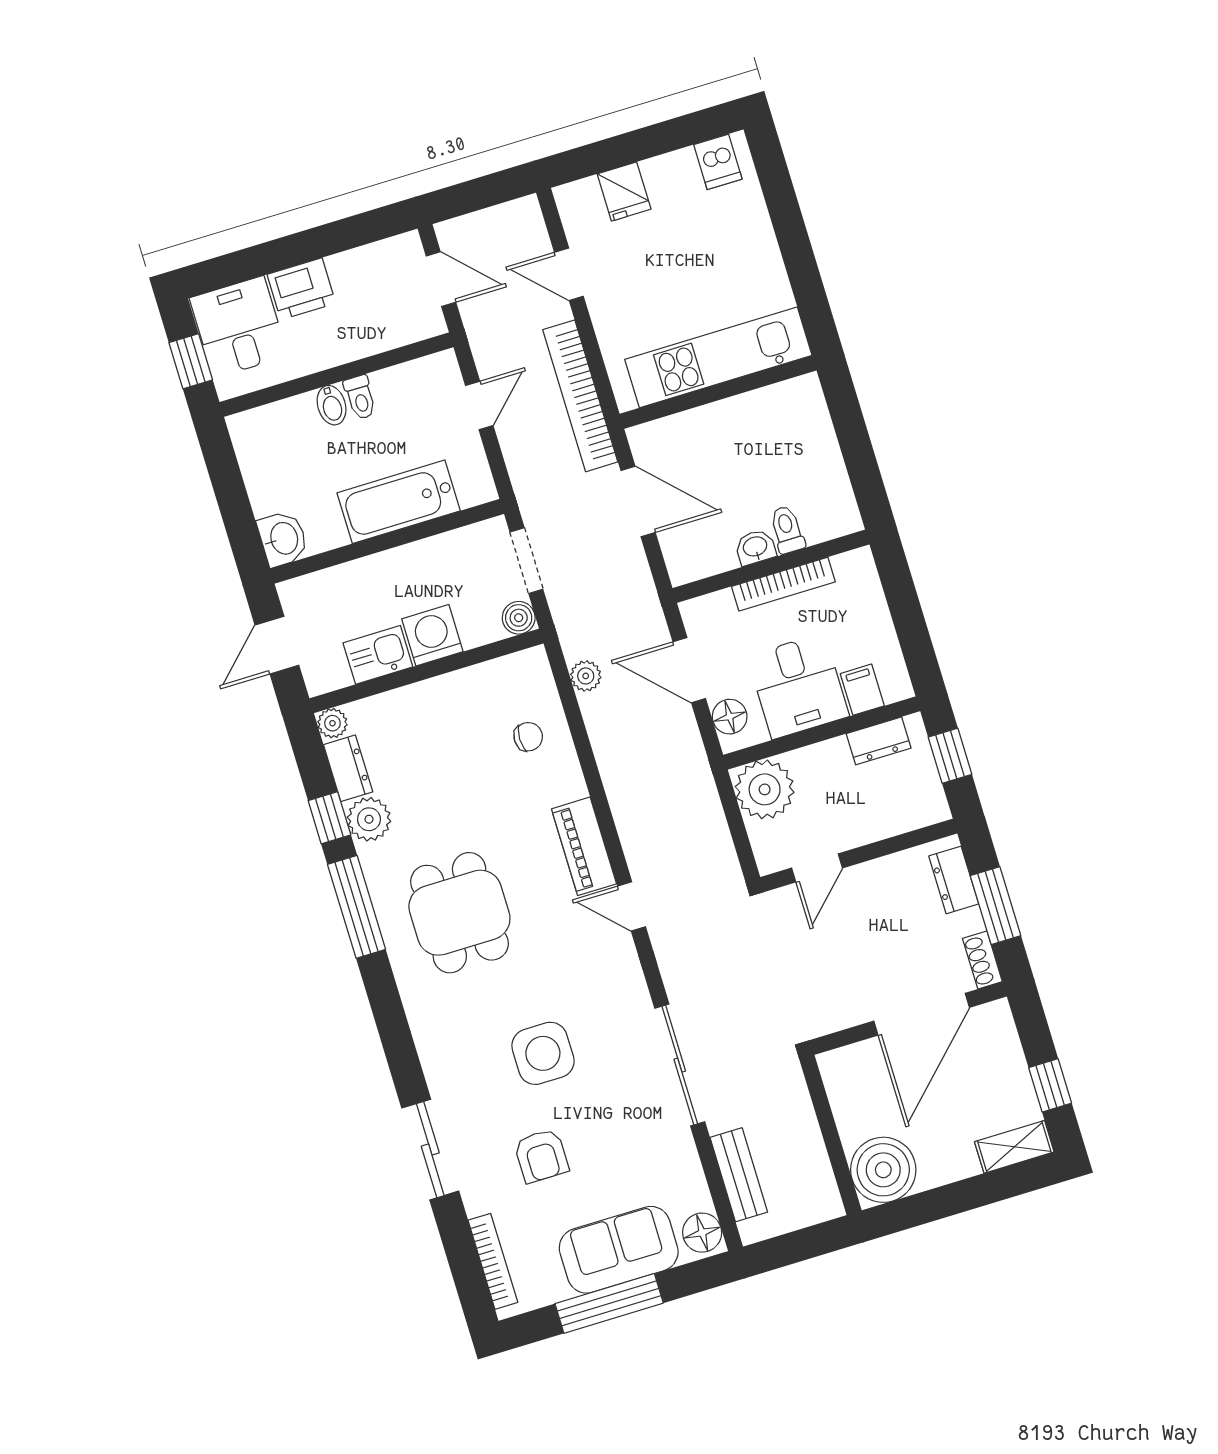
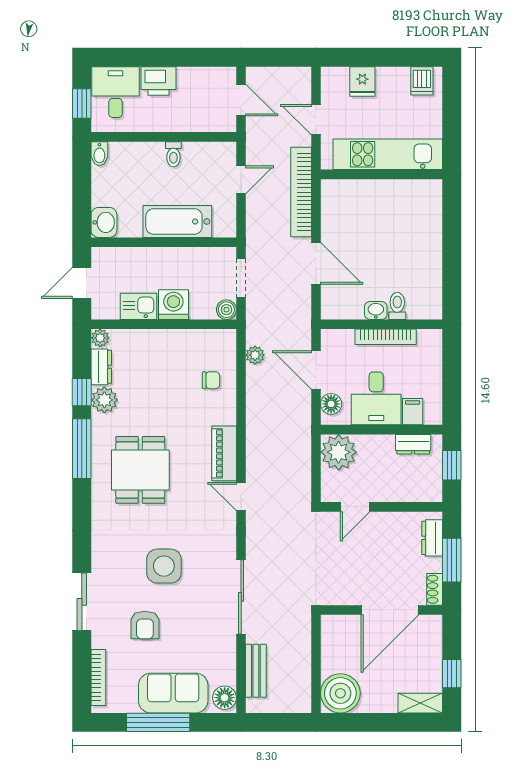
kitchen unit: (718, 357) -> (388, 154), moved
wall: (718, 392) -> (382, 174), moved
bidet: (332, 405) -> (99, 154), moved

